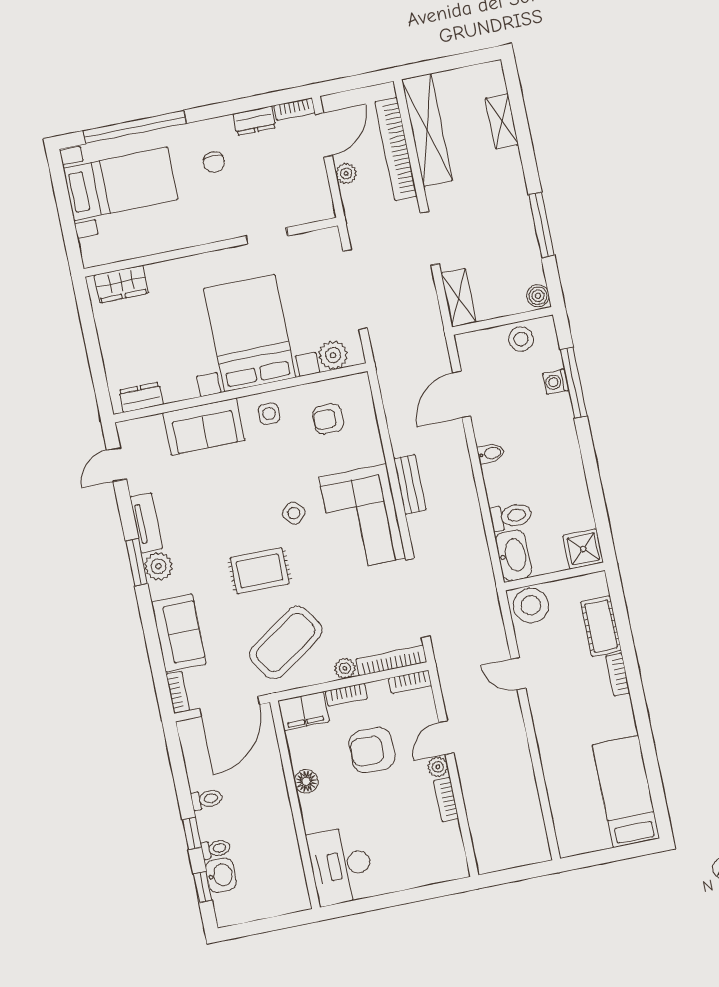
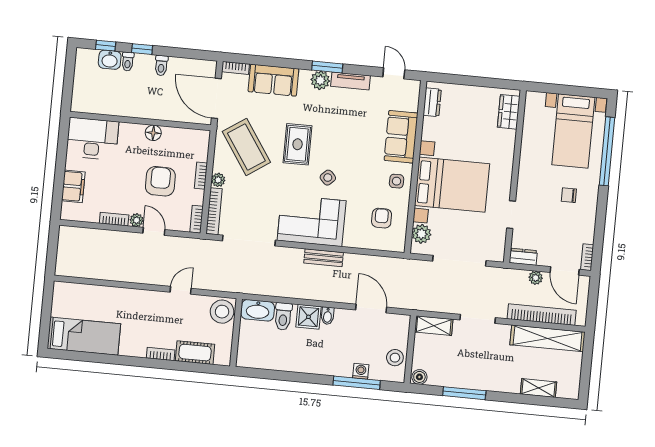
dresser: (254, 121) -> (523, 257), moved, turned 90
shower: (583, 549) -> (308, 317), moved
filing cabinet: (304, 711) -> (73, 186), moved, turned 180

